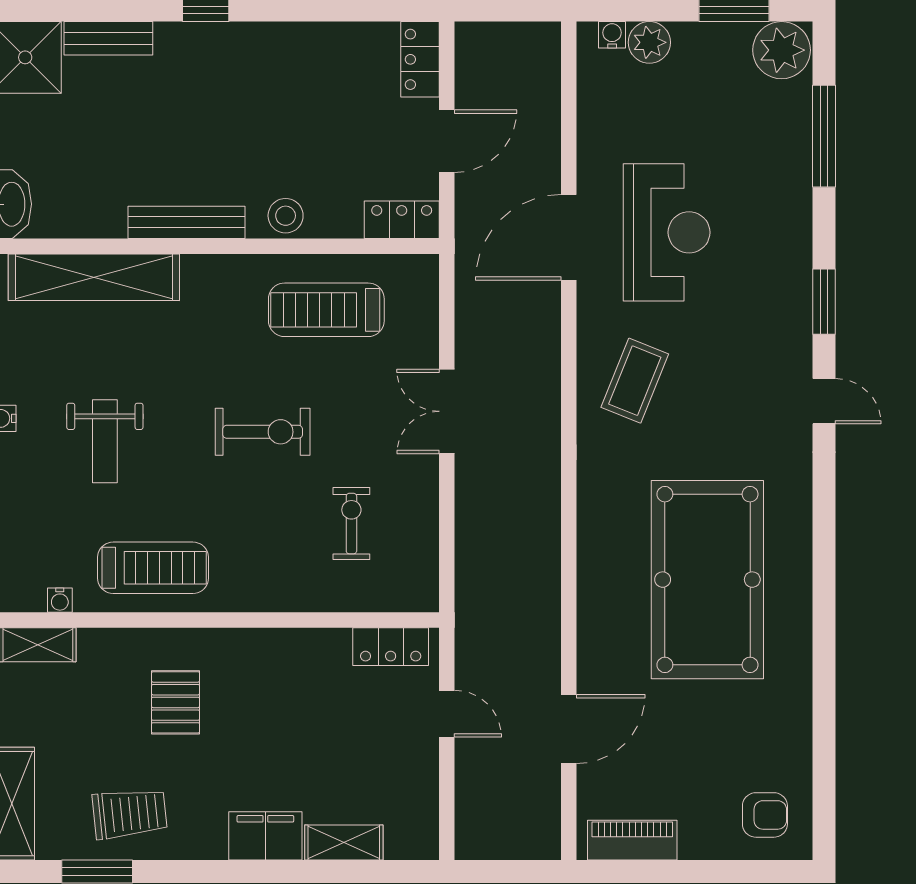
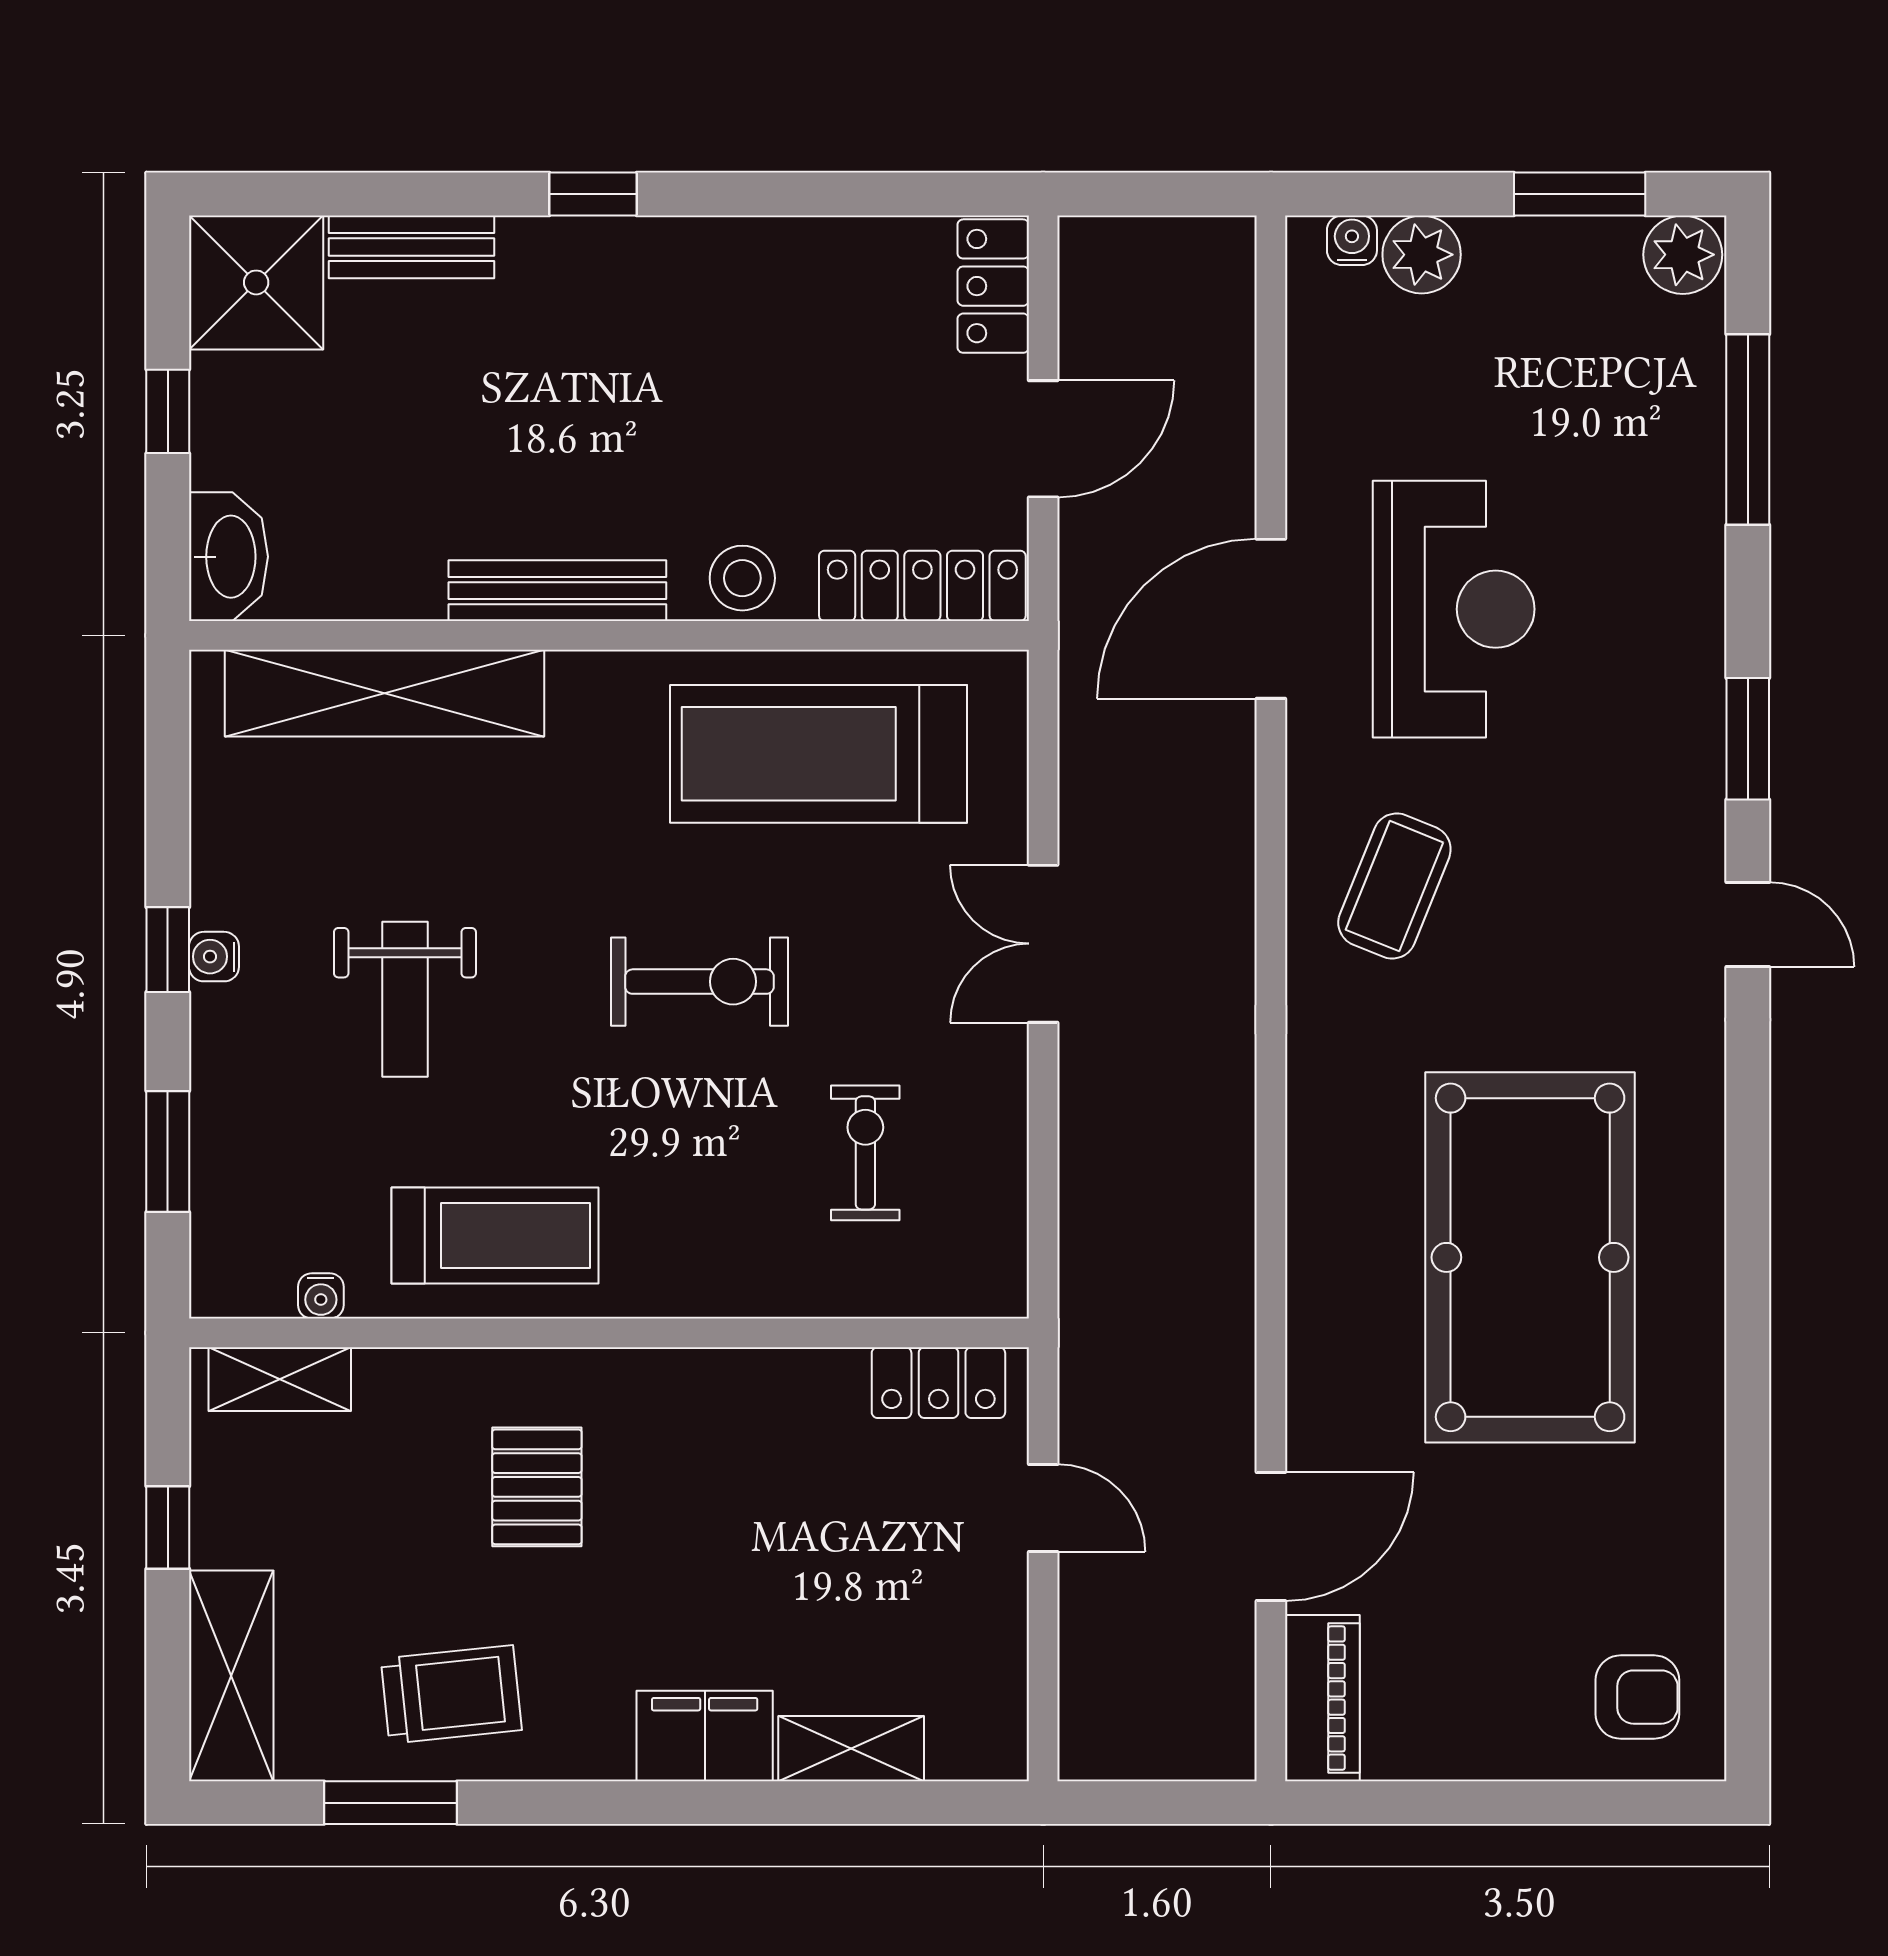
plant: (782, 50) -> (1683, 255), width x0.73, depth x0.73
locker: (402, 220) -> (922, 586), width x1.53
treadmill: (326, 310) -> (819, 754), width x1.37, depth x1.38
piano: (632, 840) -> (1322, 1698), moved, turned 90

